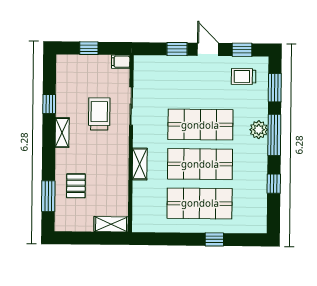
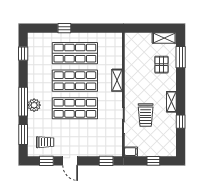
window: (177, 49) -> (106, 161), moved
window: (274, 184) -> (23, 54), moved
shelving: (111, 224) -> (164, 38), moved

